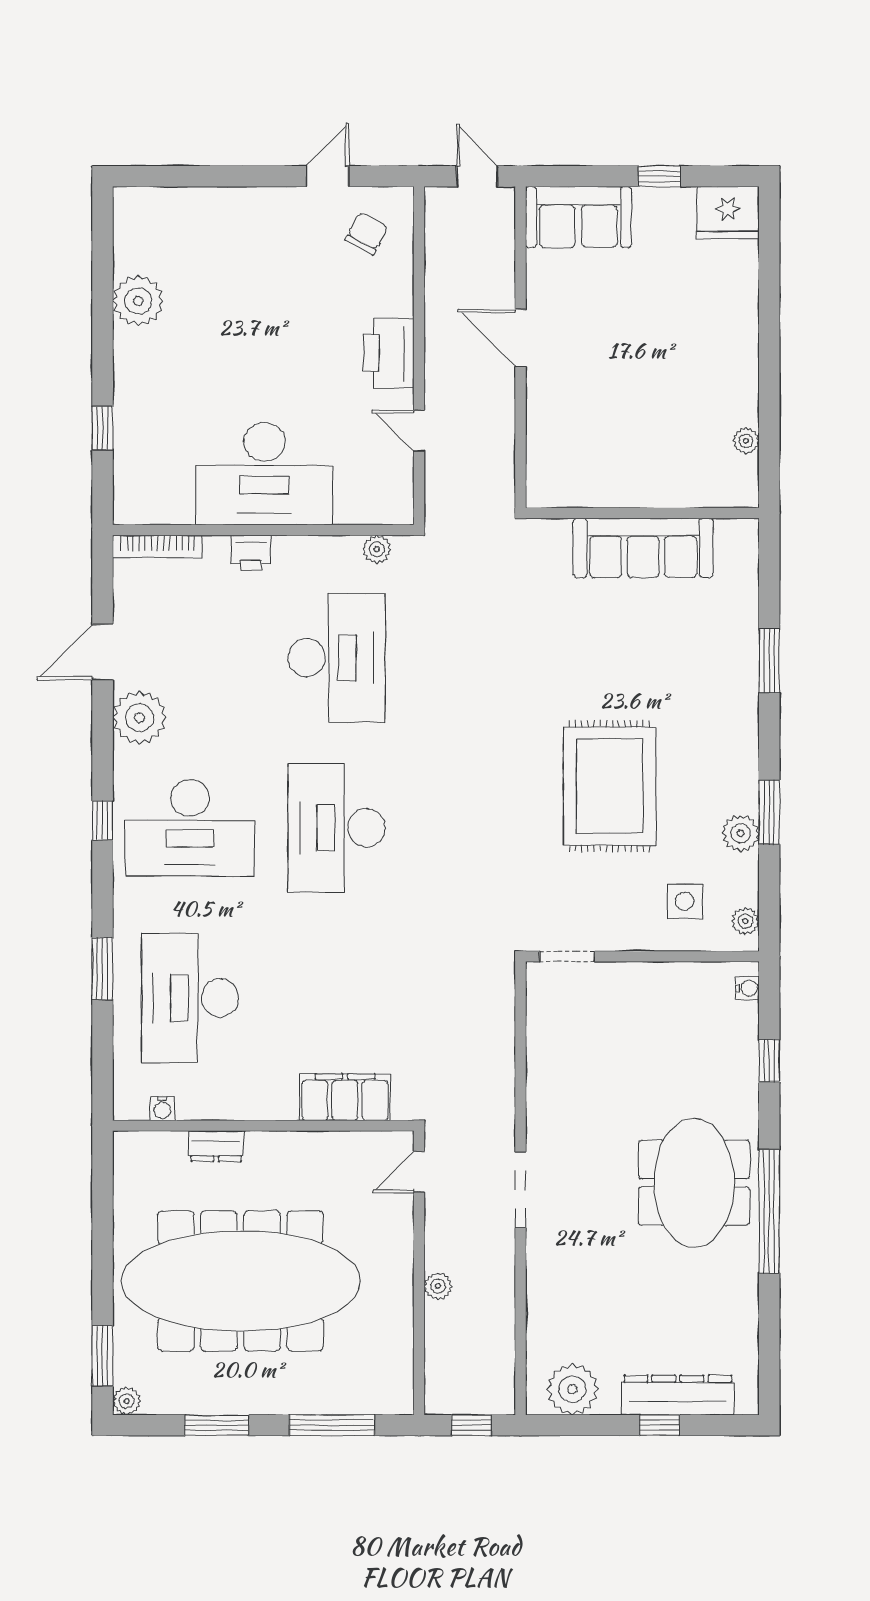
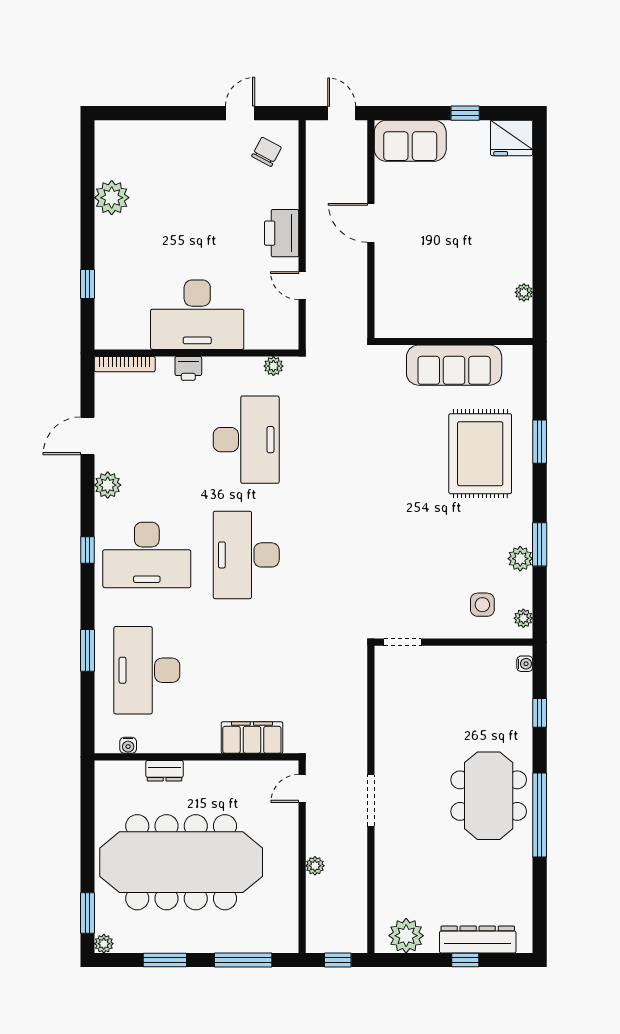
plant: (139, 718) -> (108, 485), width x0.73, depth x0.73
rug: (610, 786) -> (480, 454), moved

